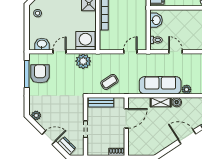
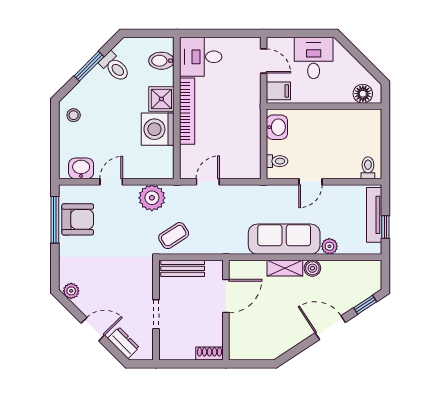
washing machine: (85, 41) -> (158, 129), moved, turned -90
door: (130, 52) -> (208, 182), moved
door: (175, 52) -> (310, 182), swing flipped
armchair: (40, 74) -> (78, 219), turned 90
coffee table: (109, 82) -> (174, 236), moved

